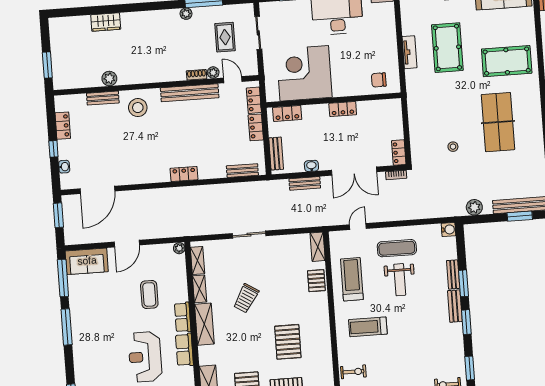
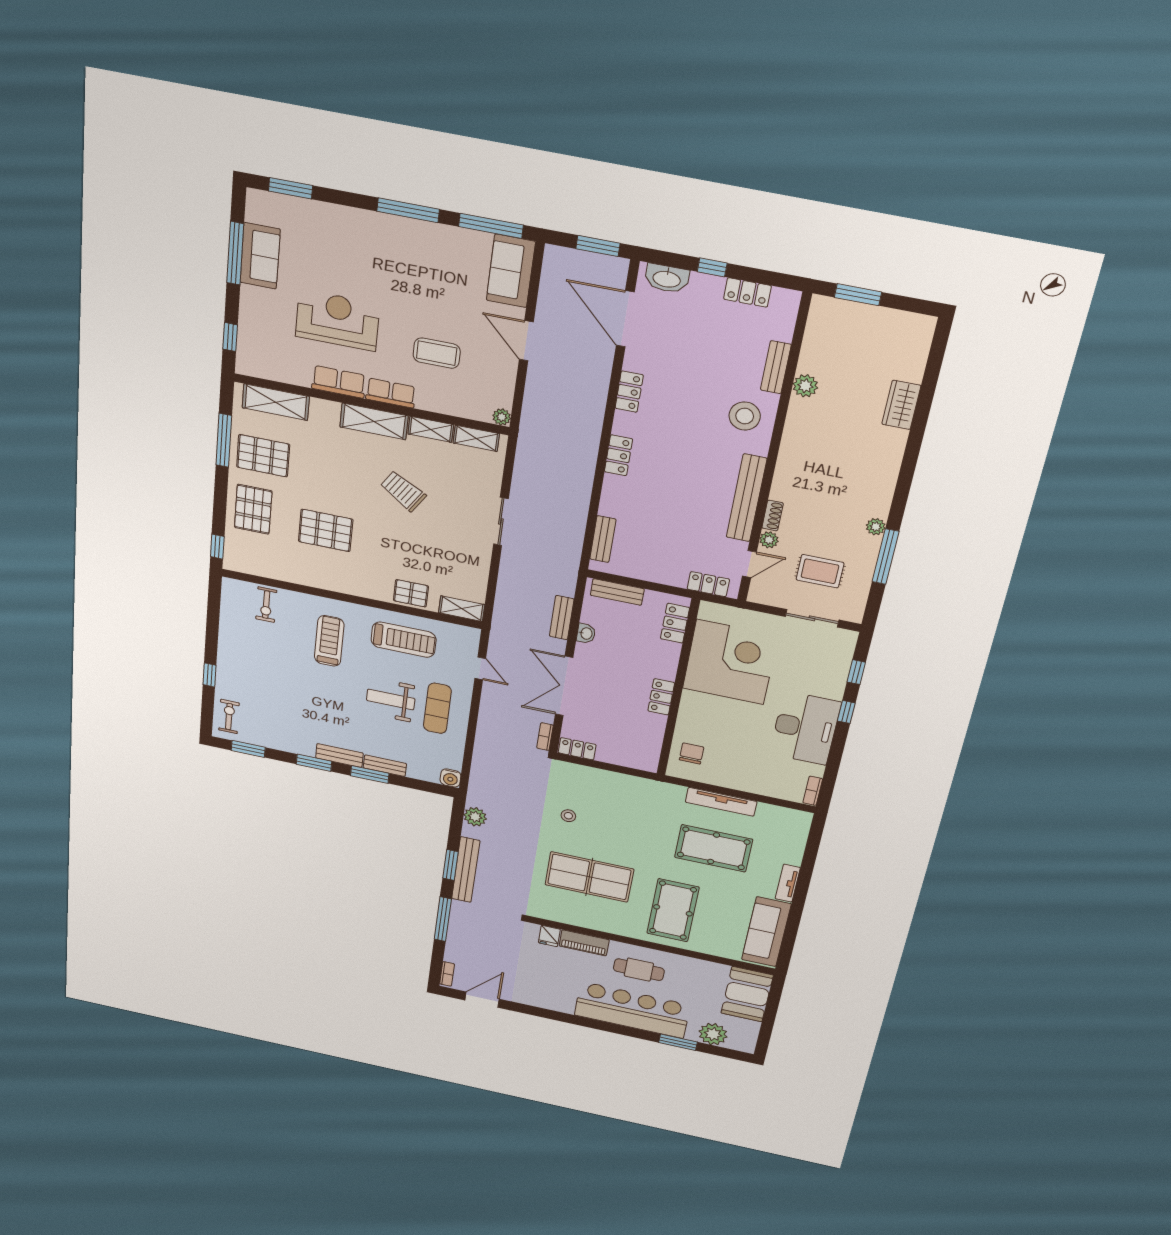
tv unit: (409, 52) -> (721, 802), width x1.41
locker: (256, 127) -> (629, 392), moved, turned 90
washbasin: (64, 167) -> (667, 278), width x1.91, depth x1.45

